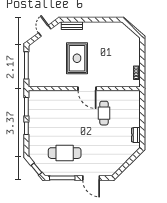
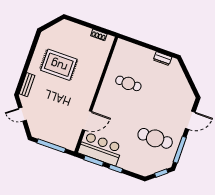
rug: (77, 58) -> (59, 65), moved
door: (87, 89) -> (87, 121), moved
bar counter: (39, 109) -> (100, 149), added
cafe table: (65, 153) -> (155, 138), turned 90

